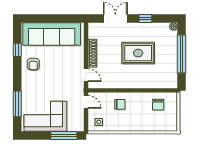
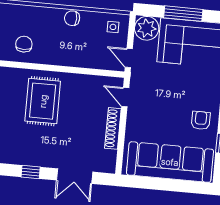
rug: (138, 53) -> (43, 101), moved, turned 90
chair: (120, 104) -> (72, 18), moved
plant: (76, 123) -> (147, 28), added
window: (64, 136) -> (183, 14), moved

